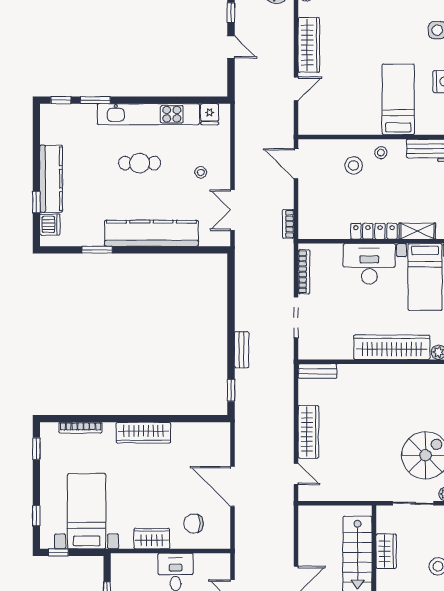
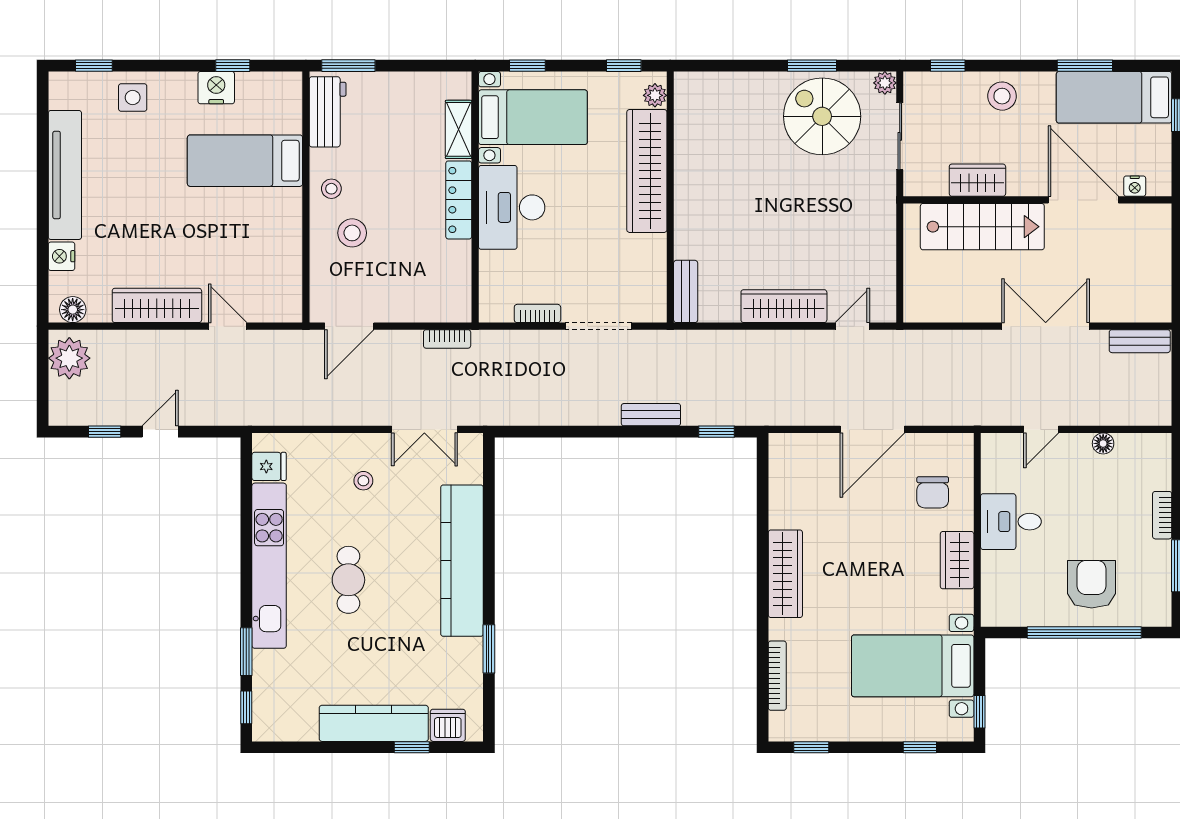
bookcase: (304, 272) -> (537, 313), width x0.64

